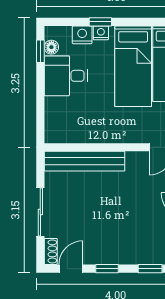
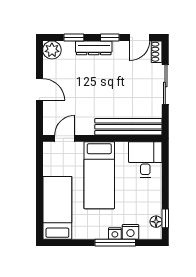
window: (100, 22) -> (115, 243), width x2.17
bed: (133, 66) -> (99, 175), moved, turned 180
desk: (66, 76) -> (145, 160), moved, turned -90
dresser: (126, 256) -> (94, 48), added

